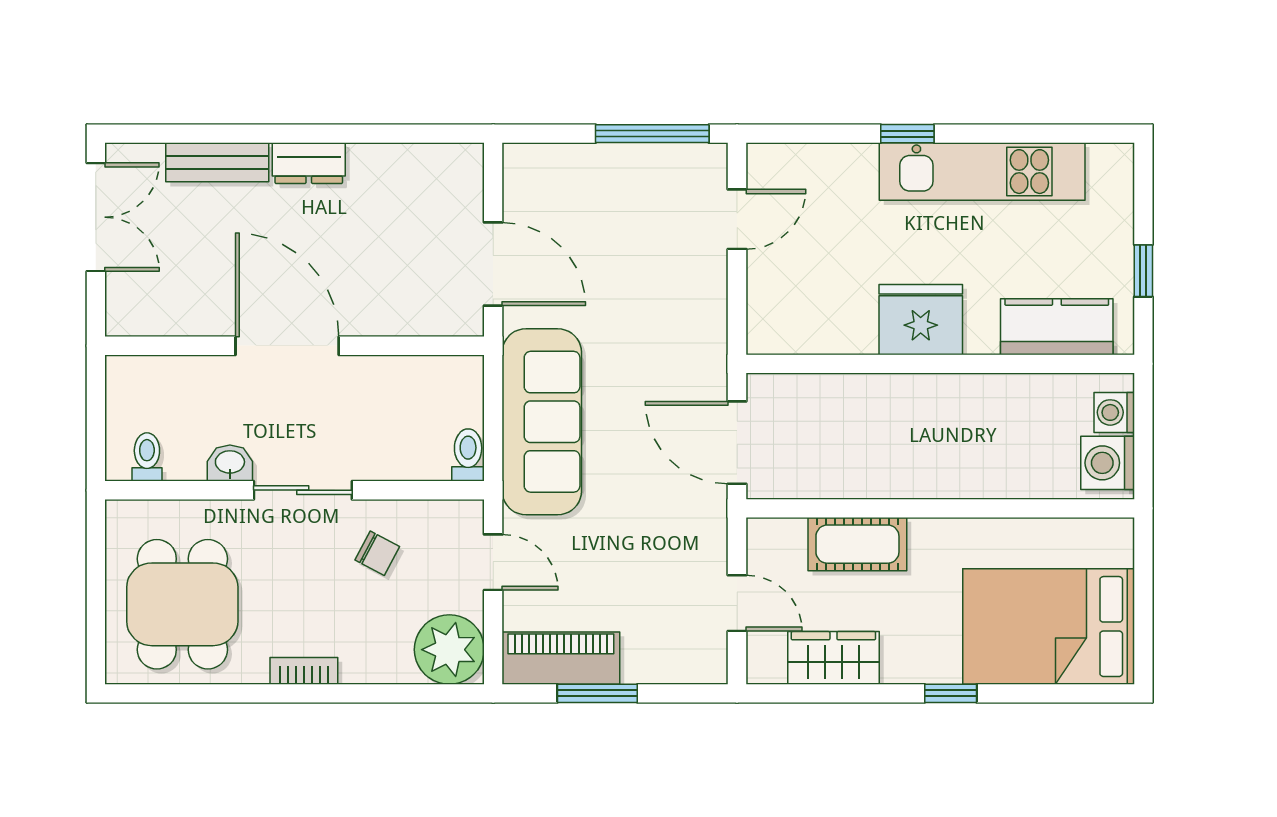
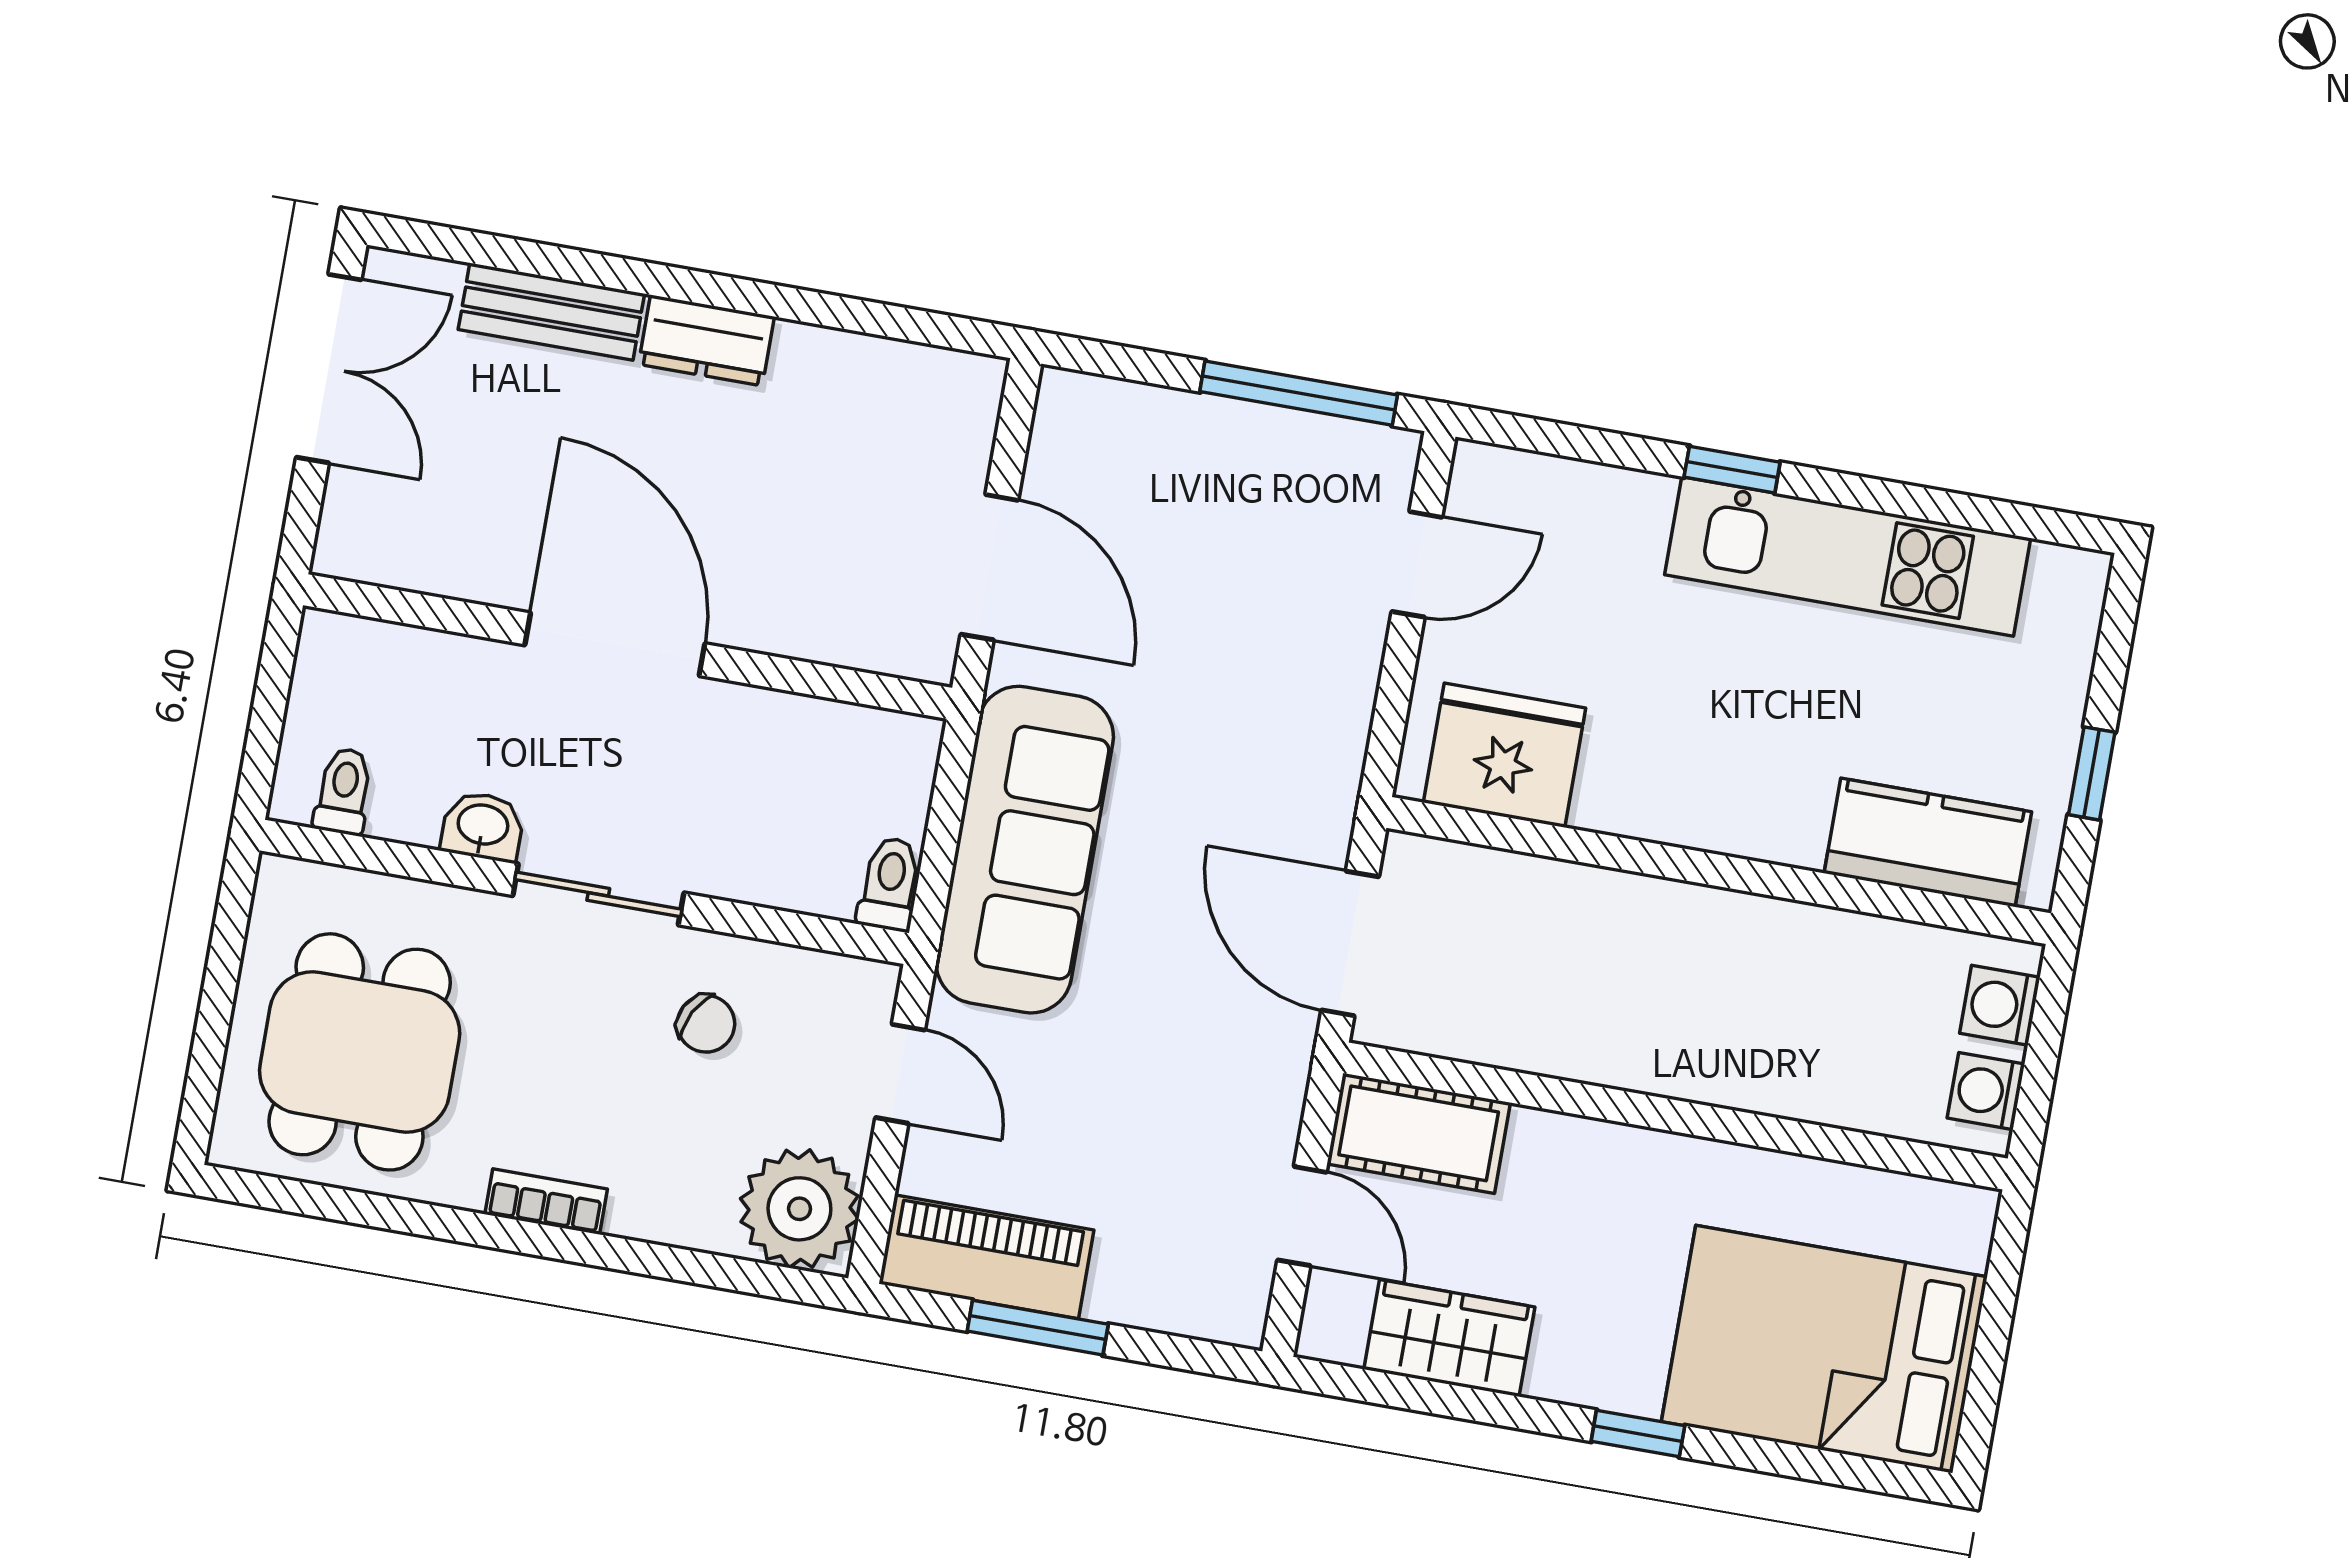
fridge: (921, 320) -> (1505, 755), moved
washing machine: (1108, 463) -> (1986, 1091), width x0.73, depth x0.73
cot: (857, 544) -> (1419, 1133), moved

